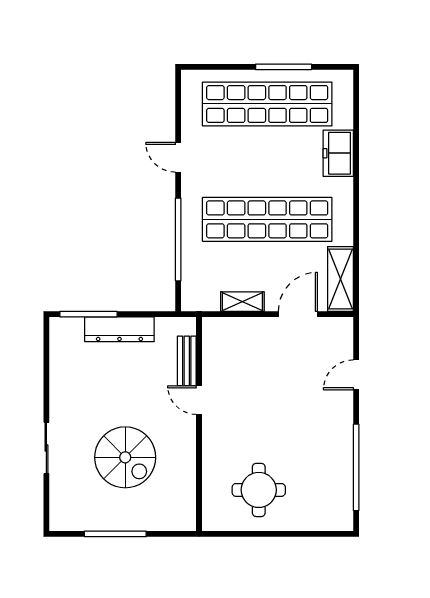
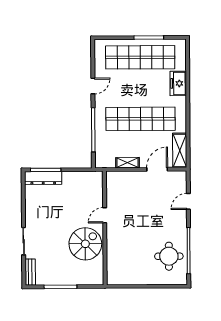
door: (178, 157) -> (93, 86), swing flipped
dresser: (119, 329) -> (43, 178), moved
bench: (187, 361) -> (30, 272), moved
door: (199, 400) -> (105, 215), hinge flipped
spiral stairs: (125, 457) -> (85, 244), moved, turned -90
round table: (259, 490) -> (169, 256), moved

